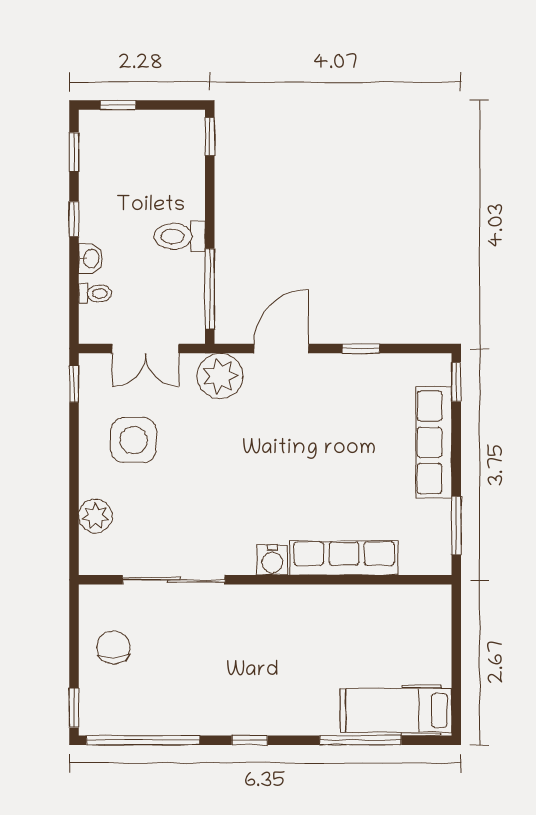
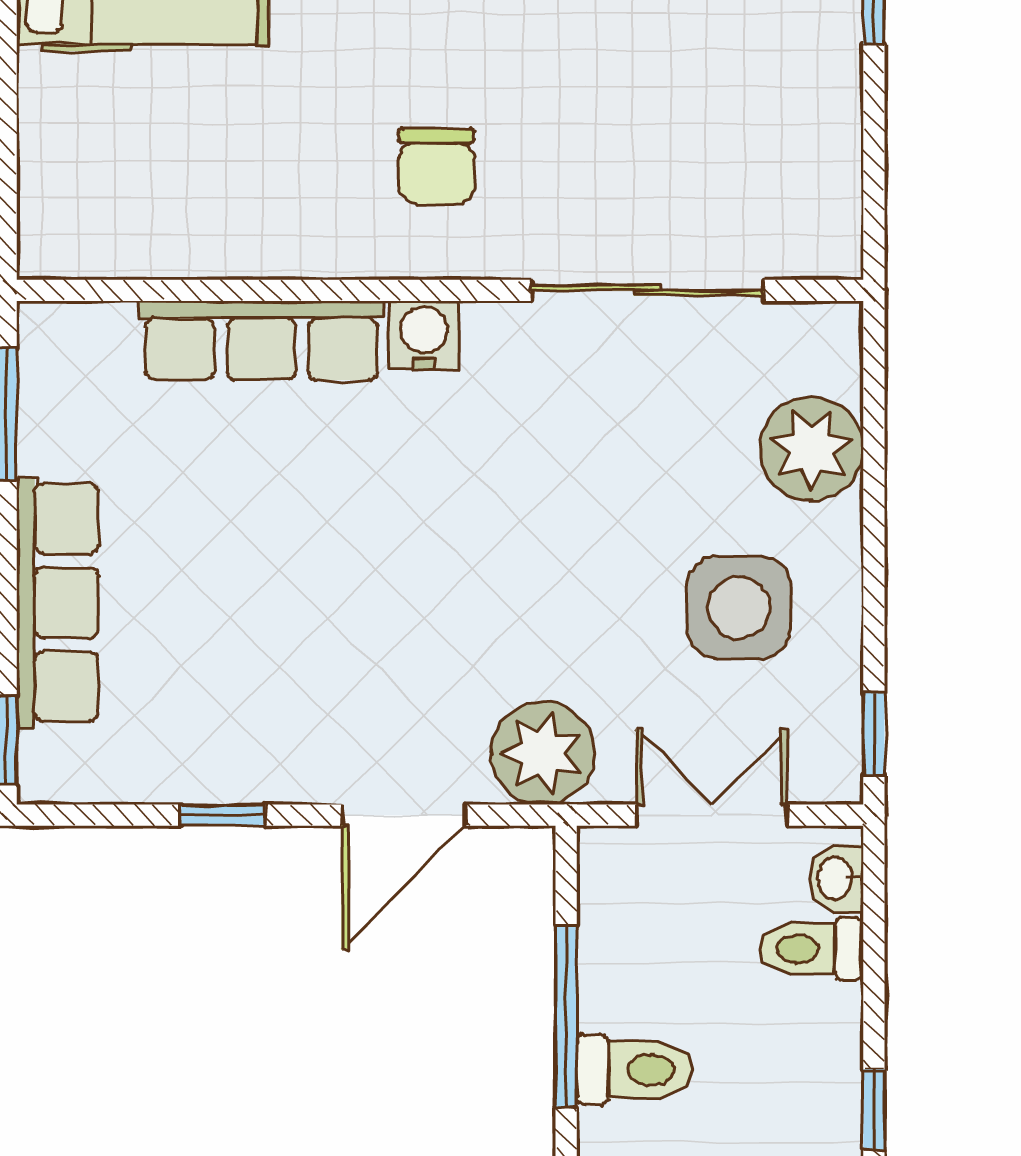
washbasin: (91, 259) -> (836, 878), moved
window: (210, 289) -> (566, 1016), moved
toilet: (95, 293) -> (812, 949), width x1.37, depth x1.39
plant: (95, 516) -> (811, 449), width x1.36, depth x1.36
chair: (113, 647) -> (436, 166), moved

